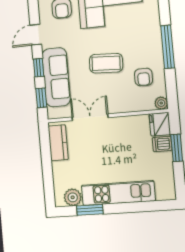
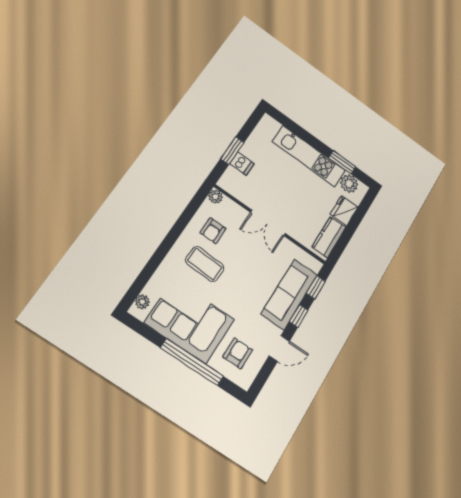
window: (168, 47) -> (171, 239), removed
coffee table: (106, 63) -> (205, 264), moved
armchair: (144, 77) -> (213, 231), turned 180
double door: (90, 117) -> (268, 223), moved
fridge: (160, 124) -> (344, 211), moved, turned 180

